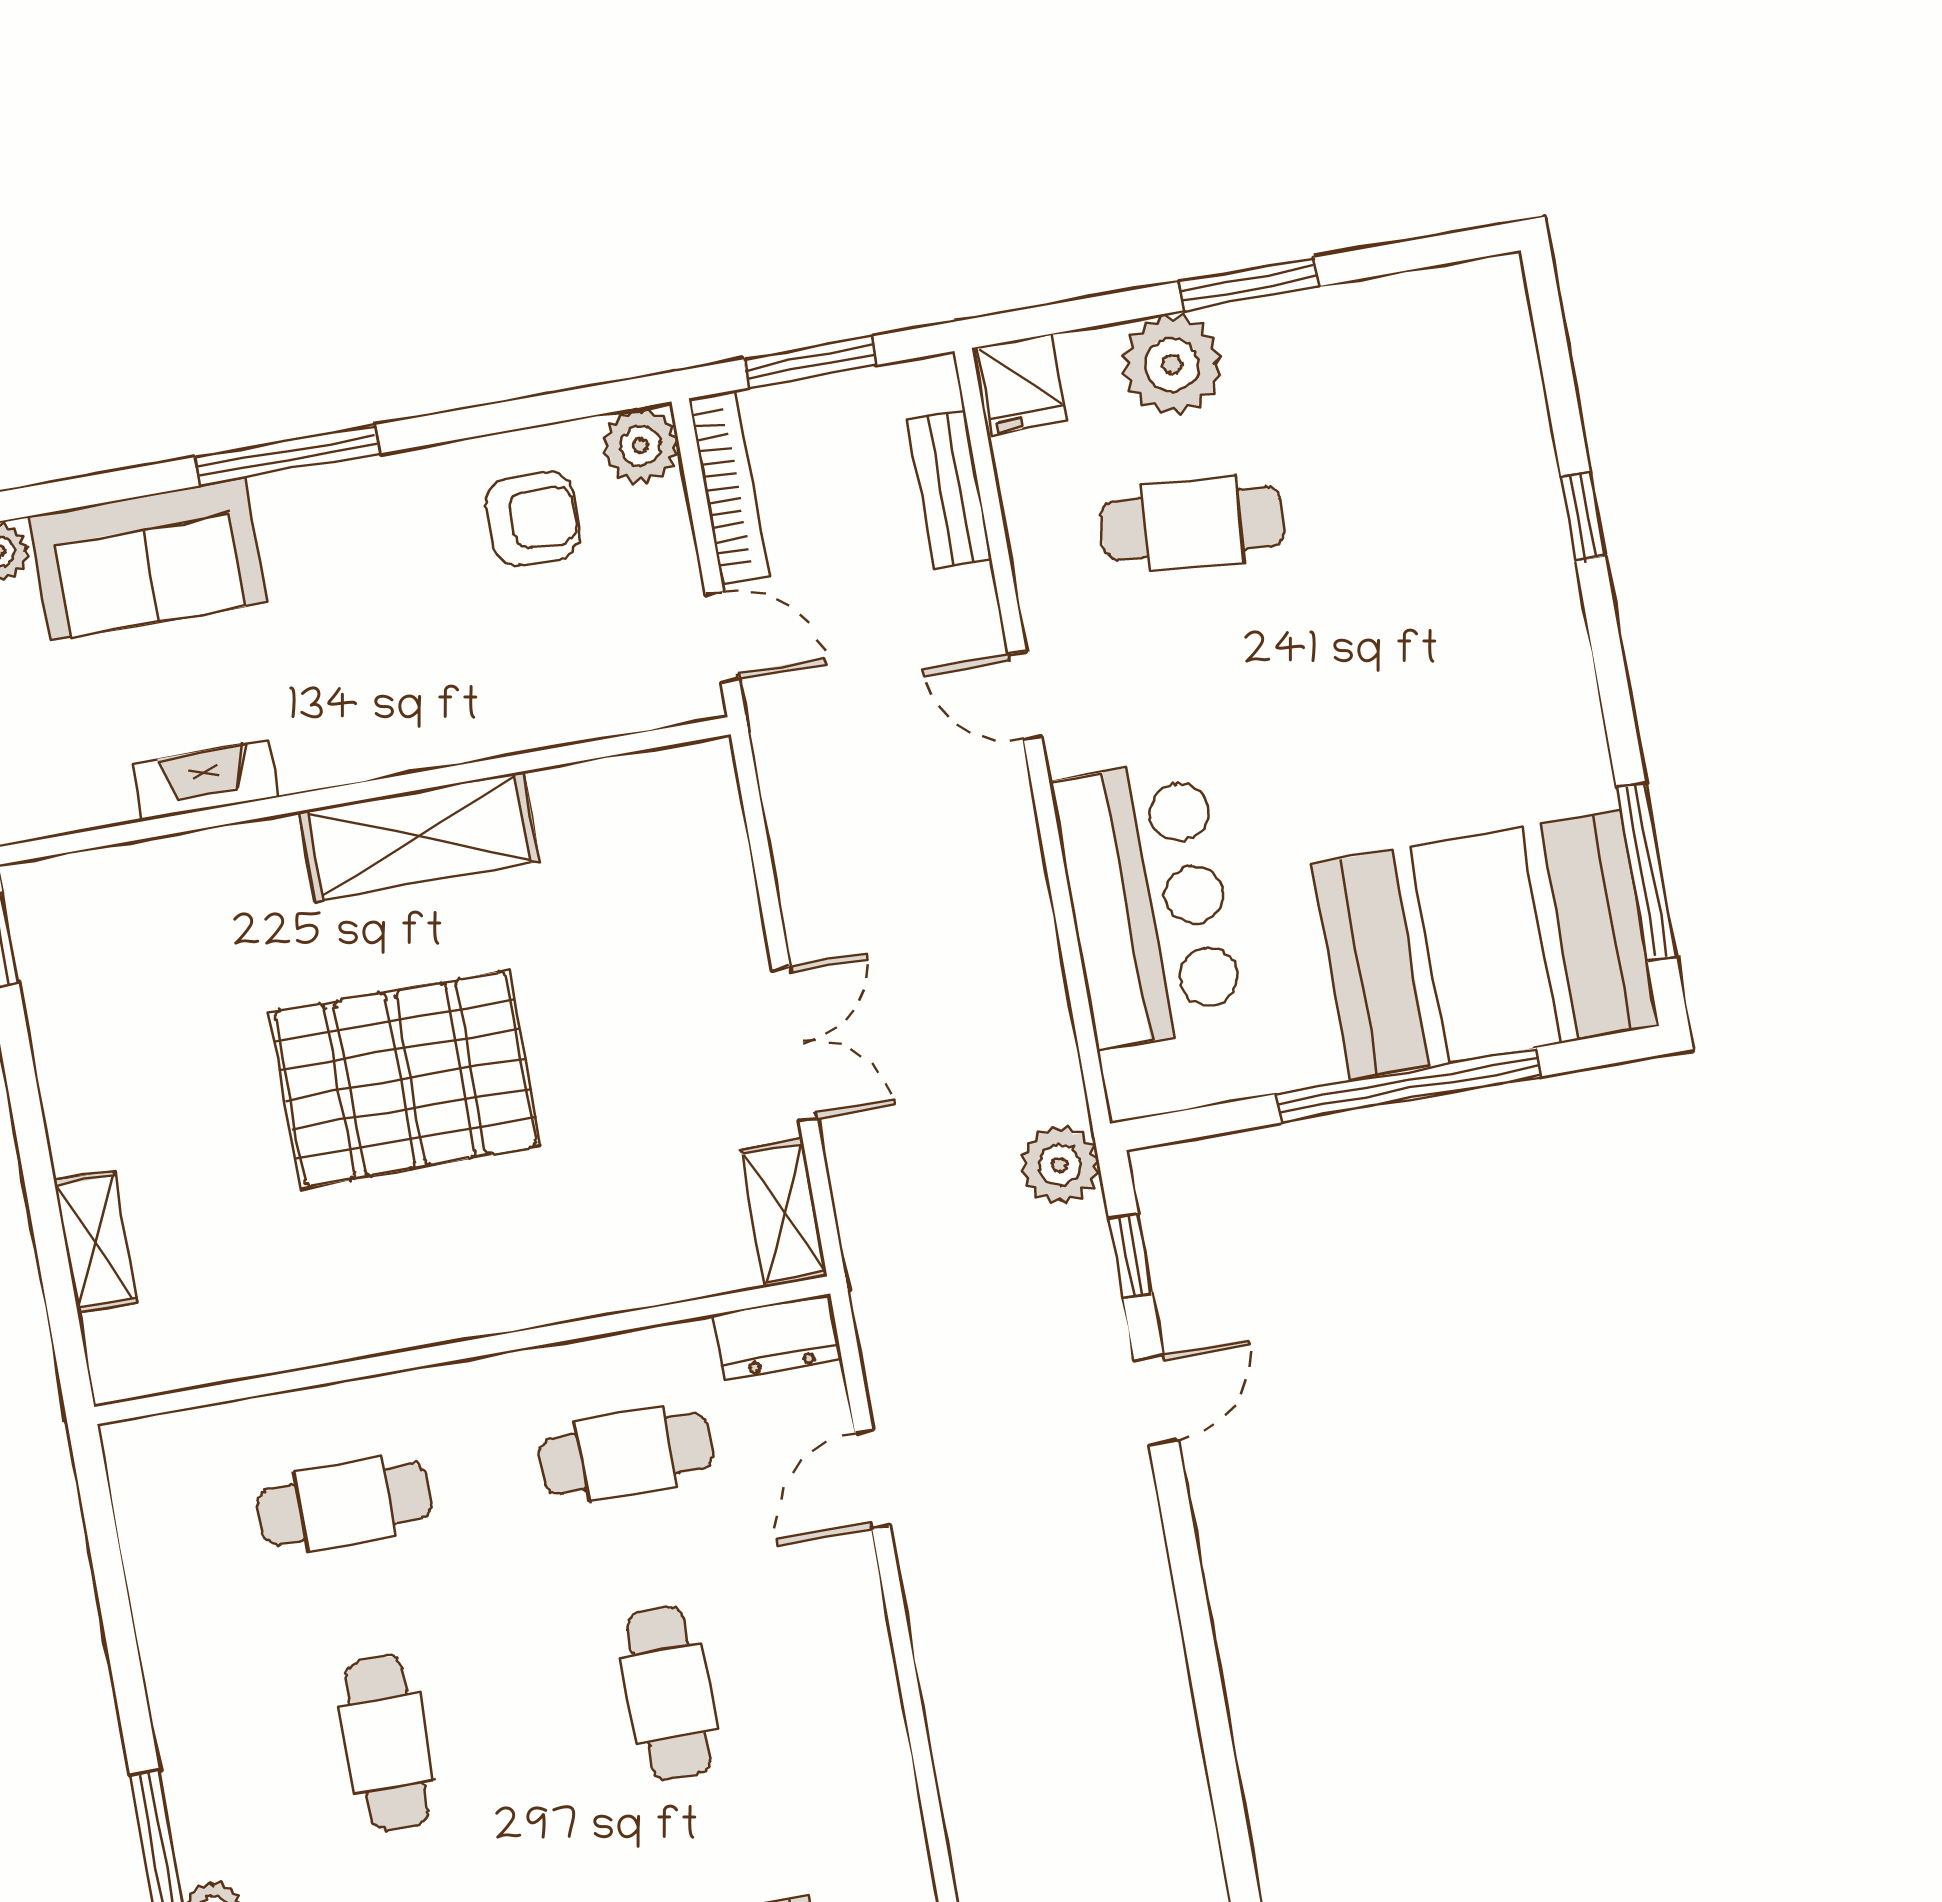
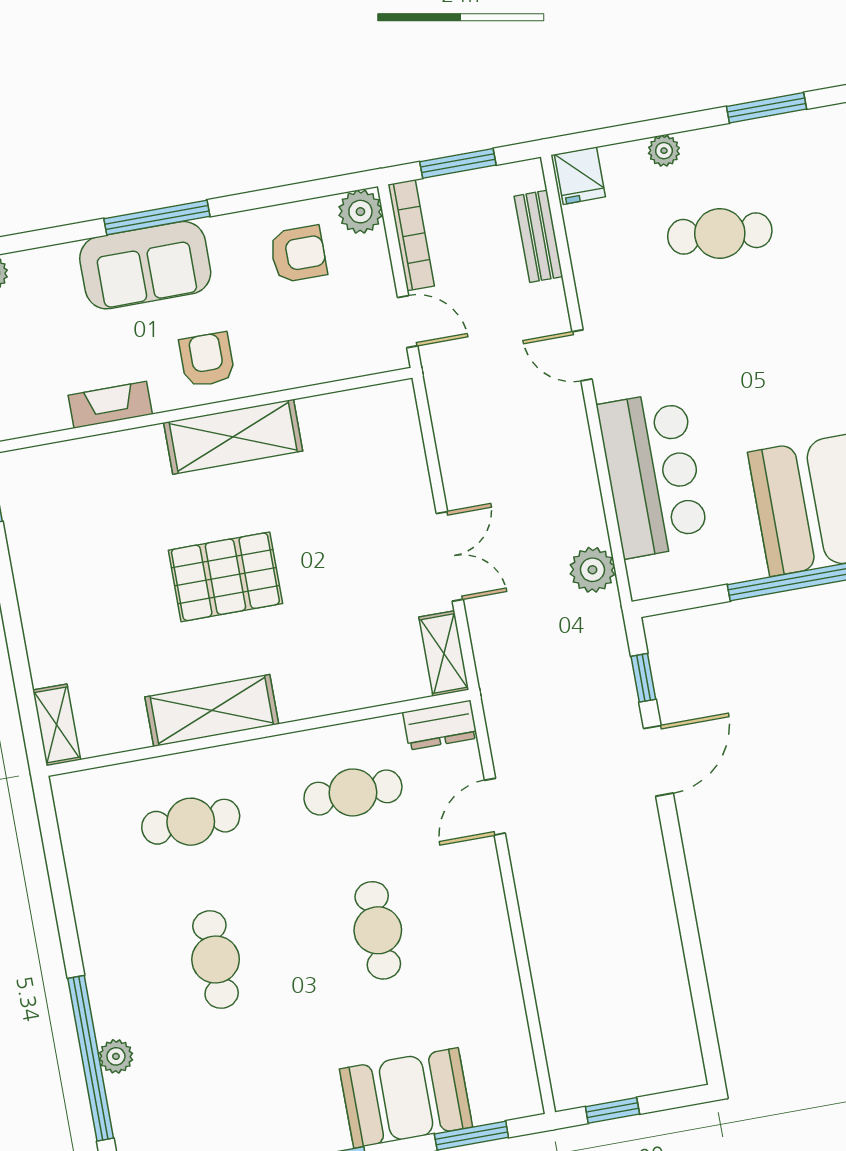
window: (1249, 284) -> (766, 108), moved
plant: (1172, 364) -> (664, 151), width x0.53, depth x0.53
cafe table: (1193, 523) -> (720, 234), moved
sofa: (148, 559) -> (145, 265), moved
armchair: (374, 702) -> (207, 360), added
pallet: (405, 1079) -> (225, 577), width x0.73, depth x0.71
plant: (1060, 1165) -> (592, 570), moved
shelving: (95, 1242) -> (57, 725), moved
shelving: (381, 1311) -> (212, 711), added
door: (1156, 1400) -> (658, 761), width x1.38

